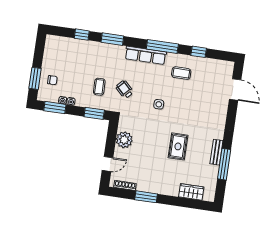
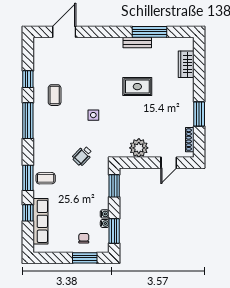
row of seats: (146, 55) -> (41, 221), moved
coffee table: (99, 87) -> (46, 178), moved
door: (108, 164) -> (169, 163), swing flipped

